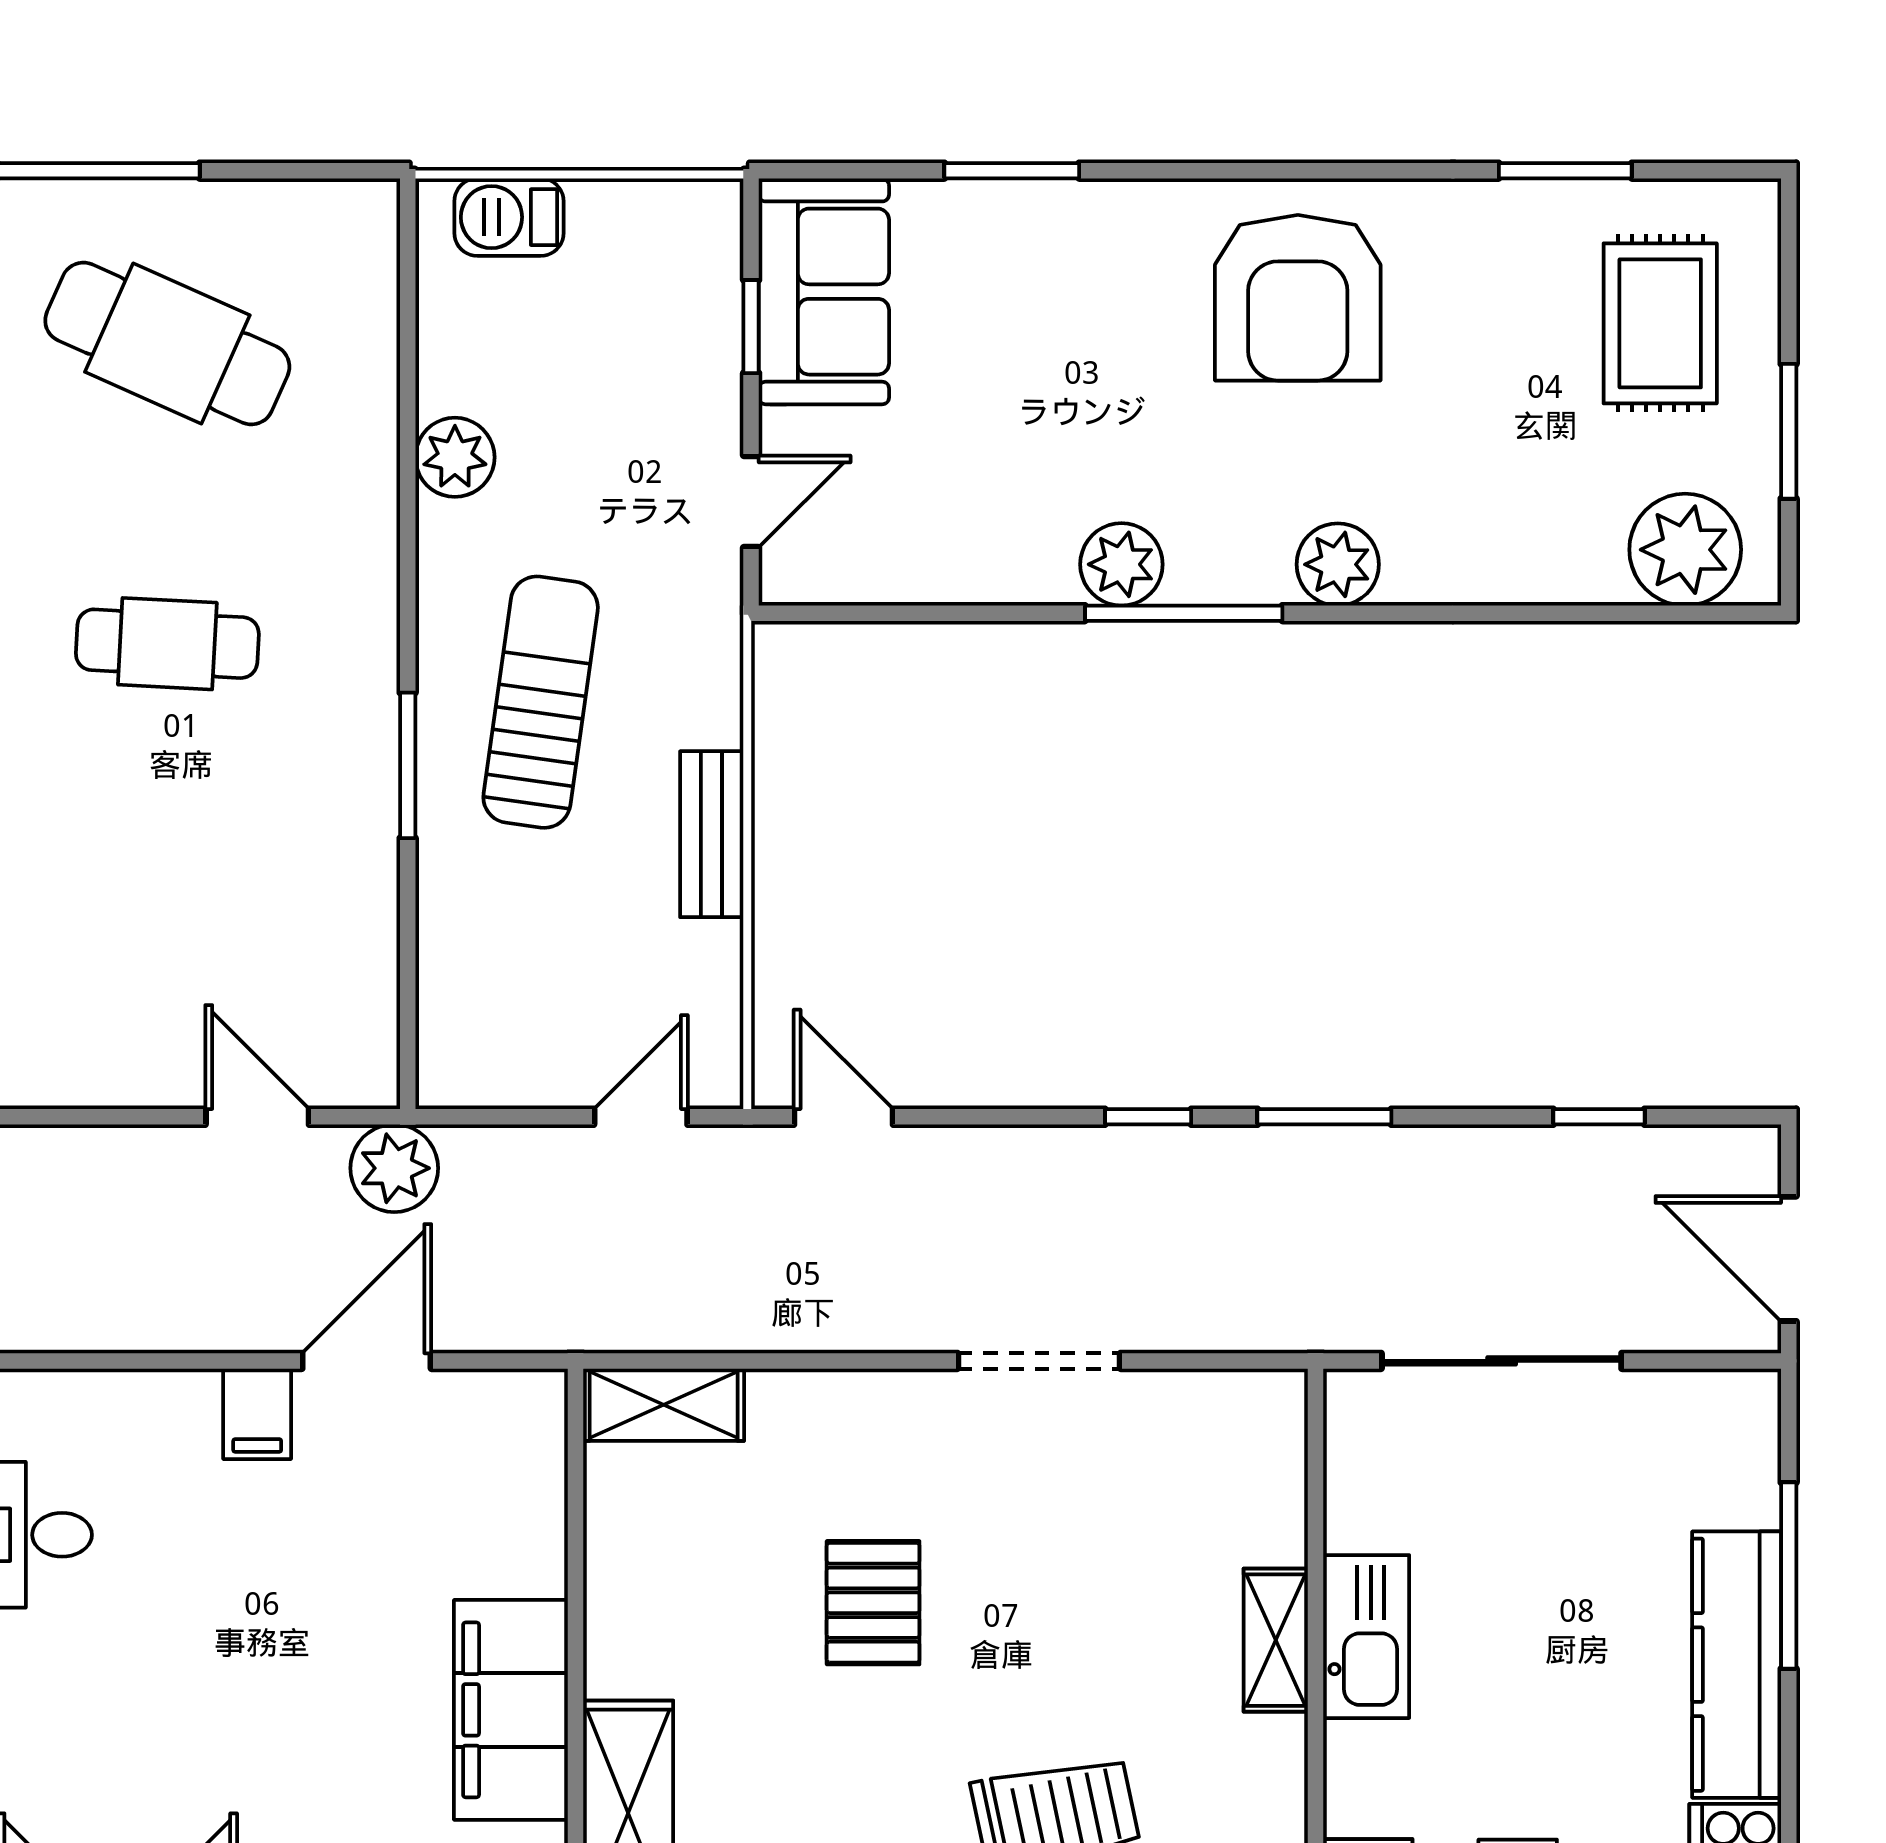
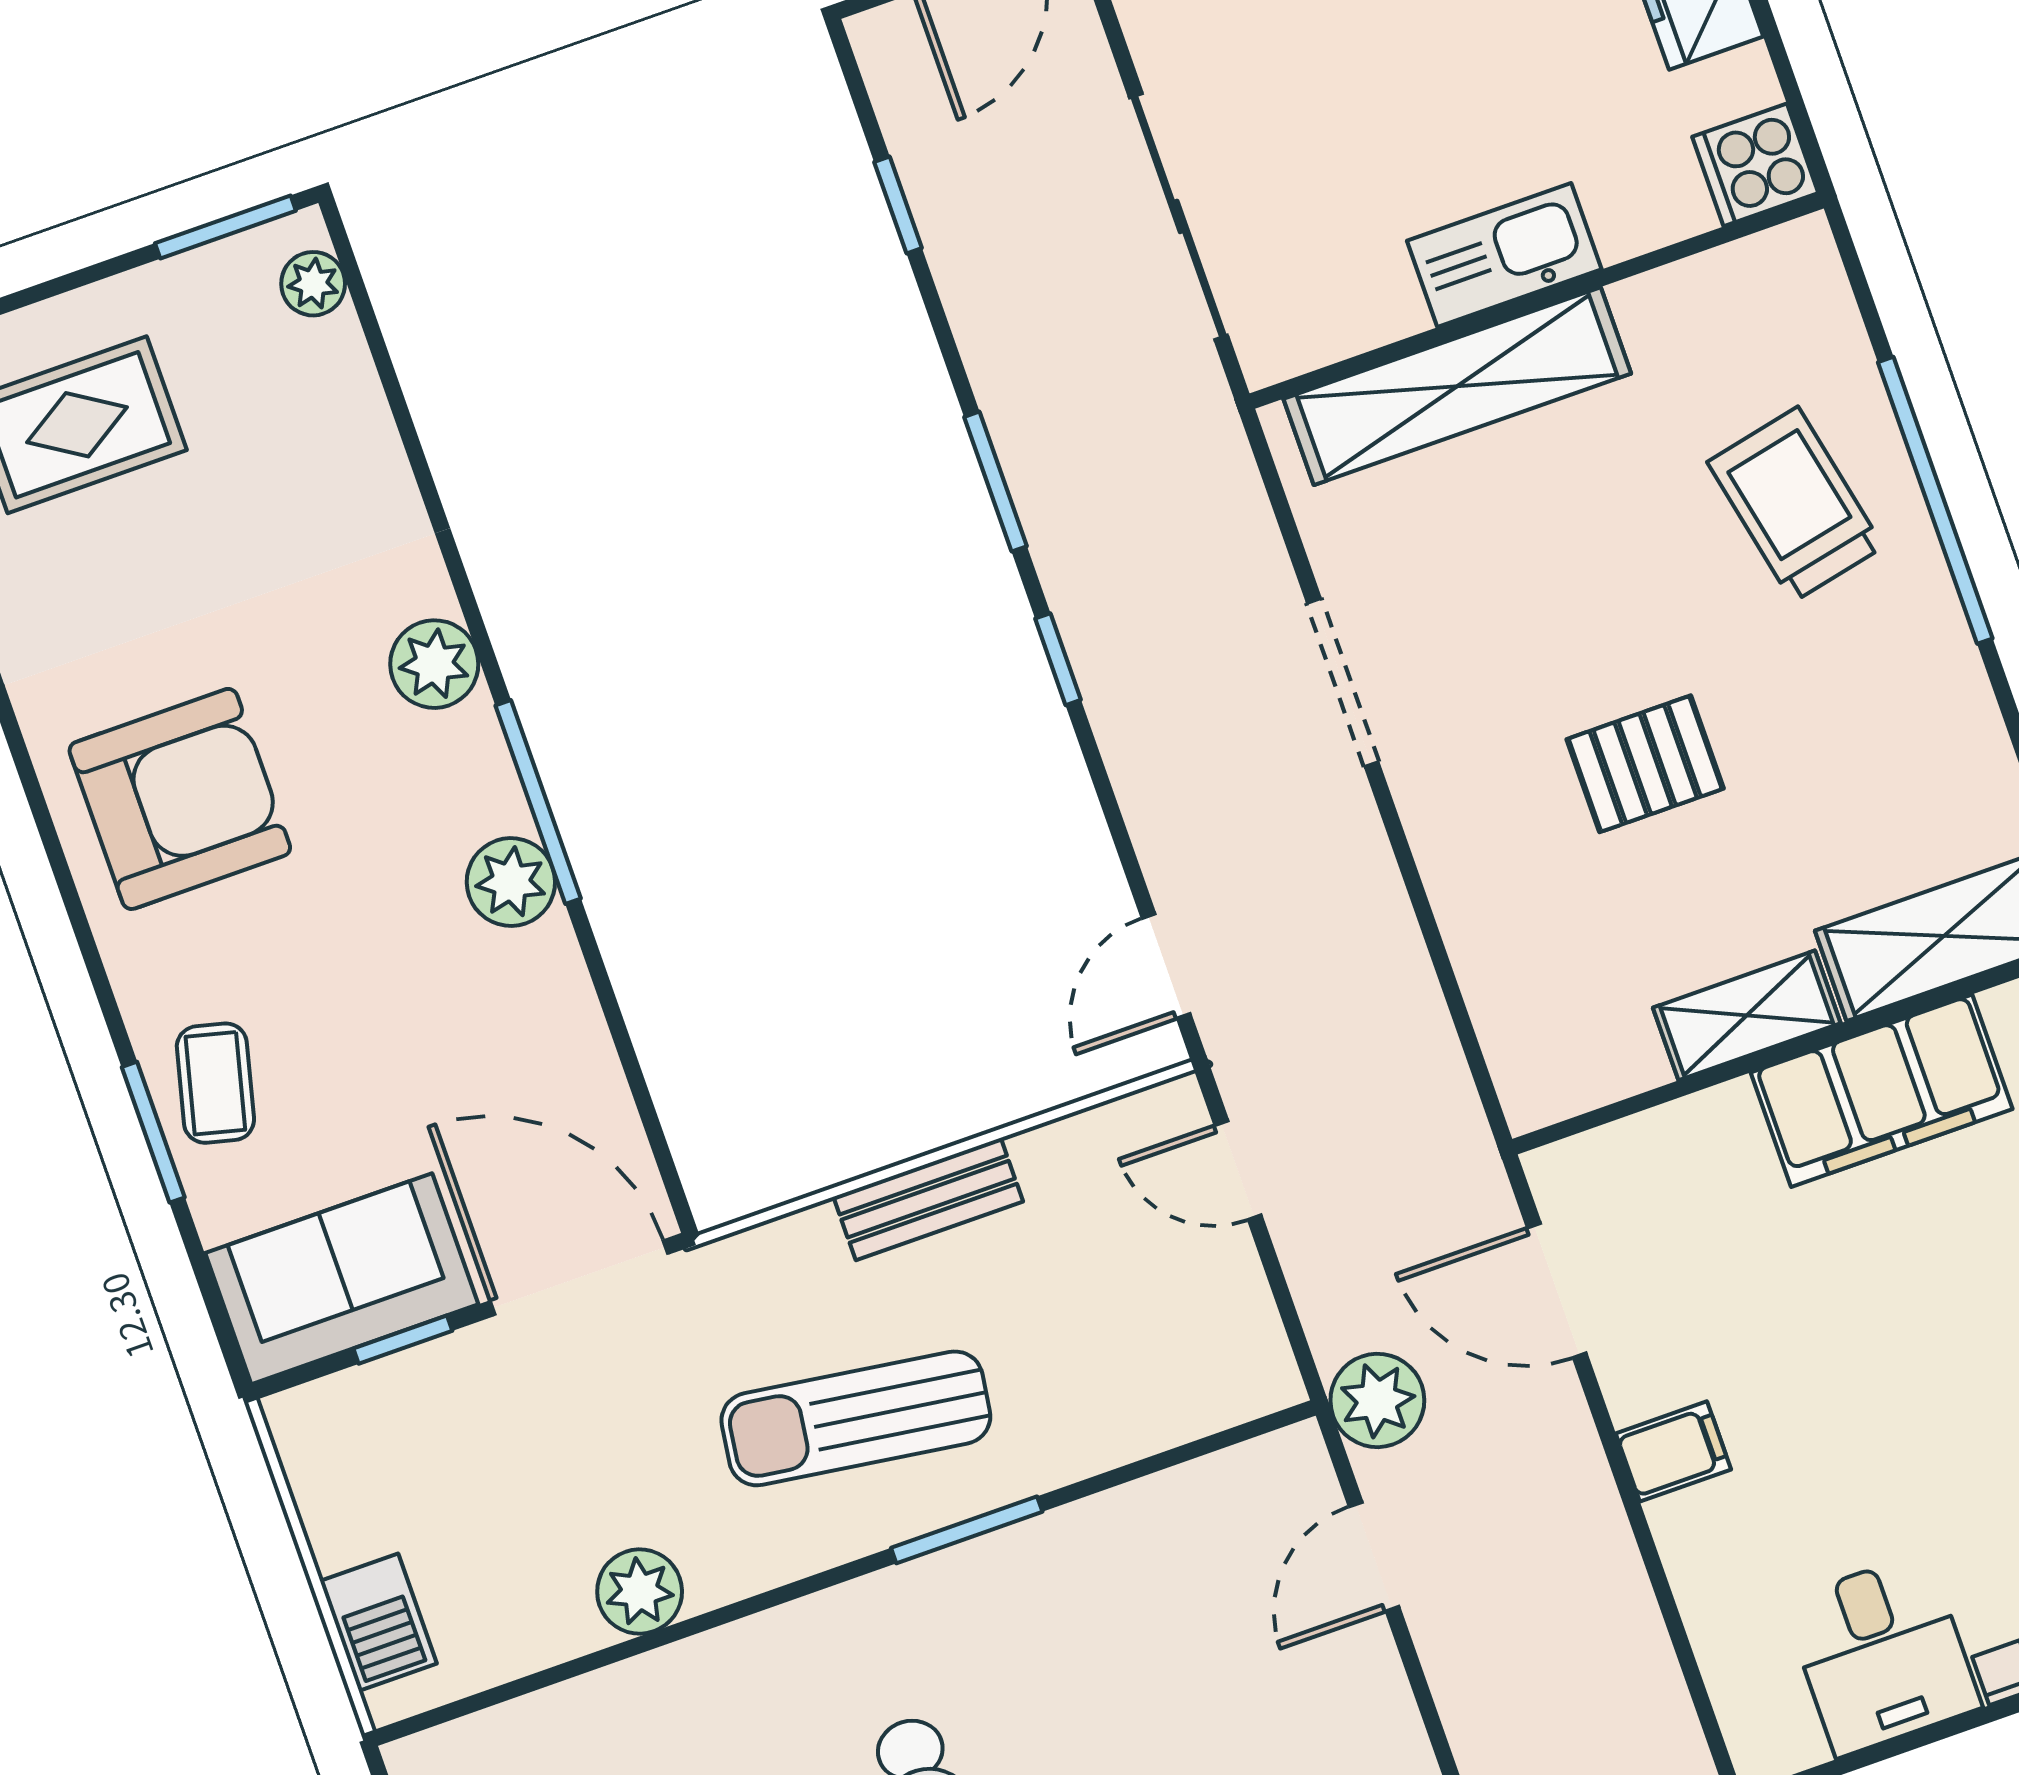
coffee table: (1036, 241) -> (215, 1083), added
window: (1789, 431) -> (225, 227), moved
door: (751, 502) -> (579, 1278), width x1.88
plant: (1685, 550) -> (313, 284), width x0.53, depth x0.53
door: (367, 1361) -> (1557, 1290), moved
shelving: (664, 1405) -> (1747, 1015), moved, turned 90
shelving: (1276, 1640) -> (1457, 386), width x2.20, depth x1.33

